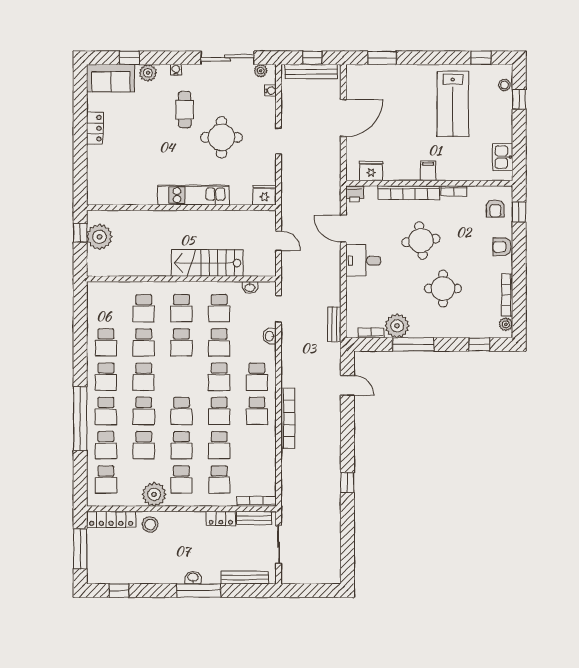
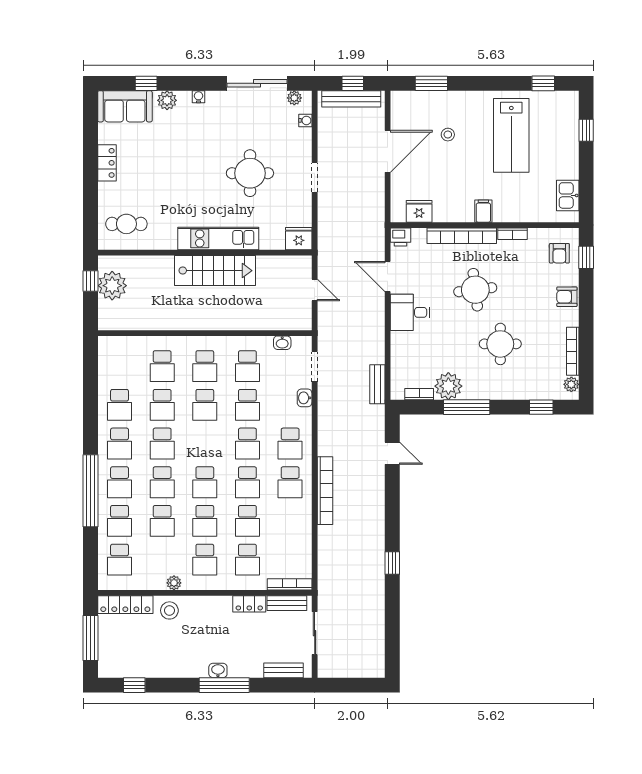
stool: (504, 85) -> (448, 135), moved
cafe table: (185, 110) -> (126, 224), moved, turned 90
stairs: (207, 263) -> (215, 271), moved, turned 180
plant: (154, 494) -> (174, 583), width x0.53, depth x0.53
bench: (245, 577) -> (284, 670), width x0.73

